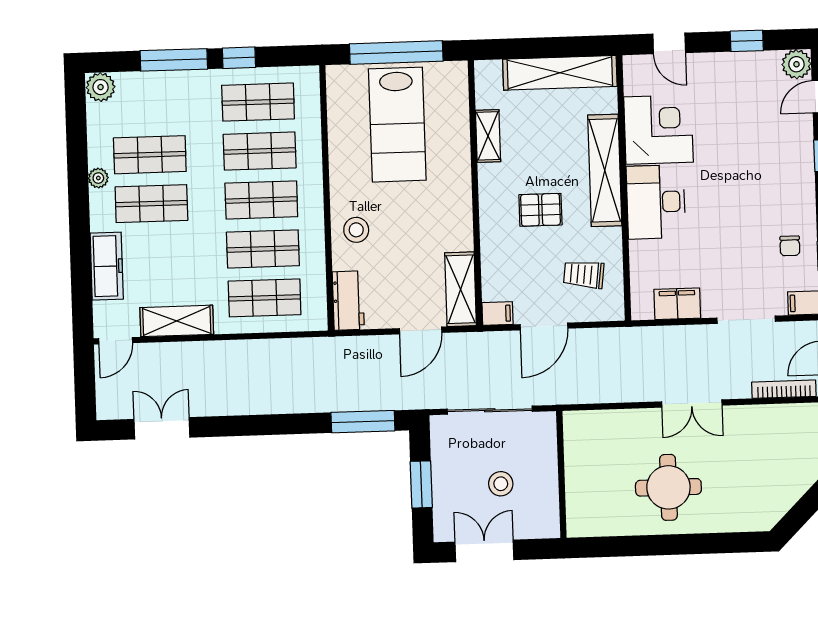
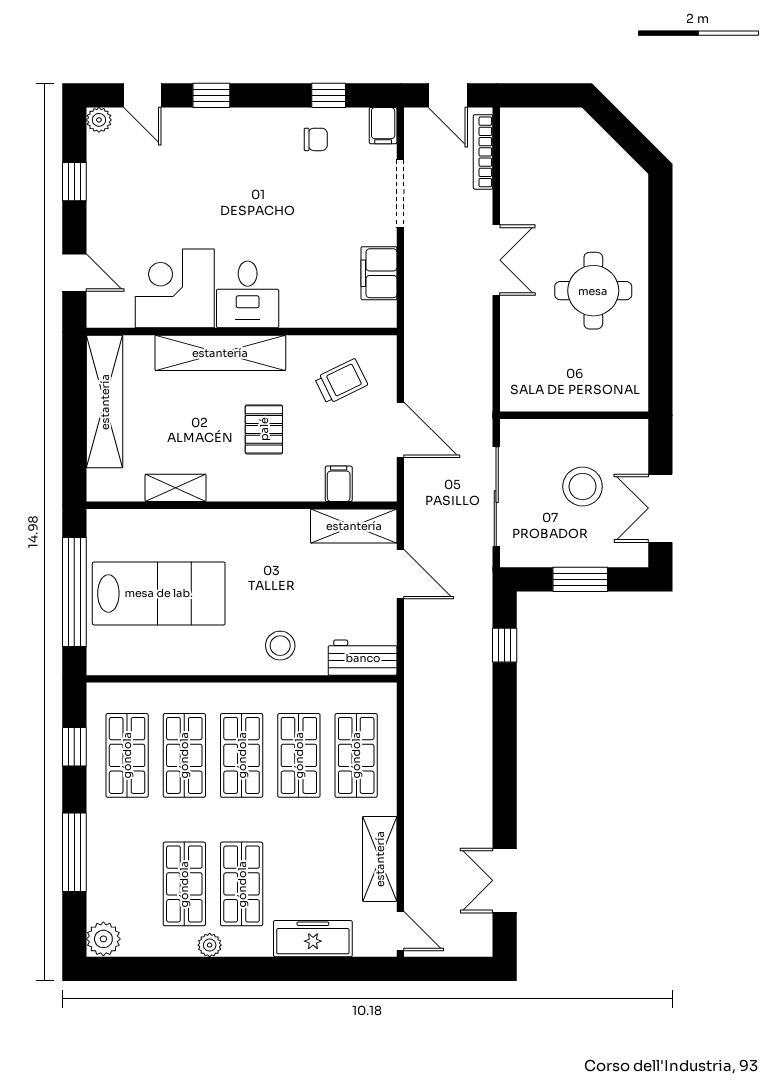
door: (669, 43) -> (74, 273), hinge flipped
window: (239, 58) -> (74, 747), moved
plant: (796, 64) -> (99, 120), width x0.73, depth x0.73
desk: (656, 202) -> (248, 294), width x0.73
trolley: (584, 274) -> (341, 381), turned -123
filing cabinet: (497, 313) -> (339, 484), moved
window: (363, 422) -> (505, 645), width x0.46
stool: (501, 484) -> (583, 487), width x1.38, depth x1.38

